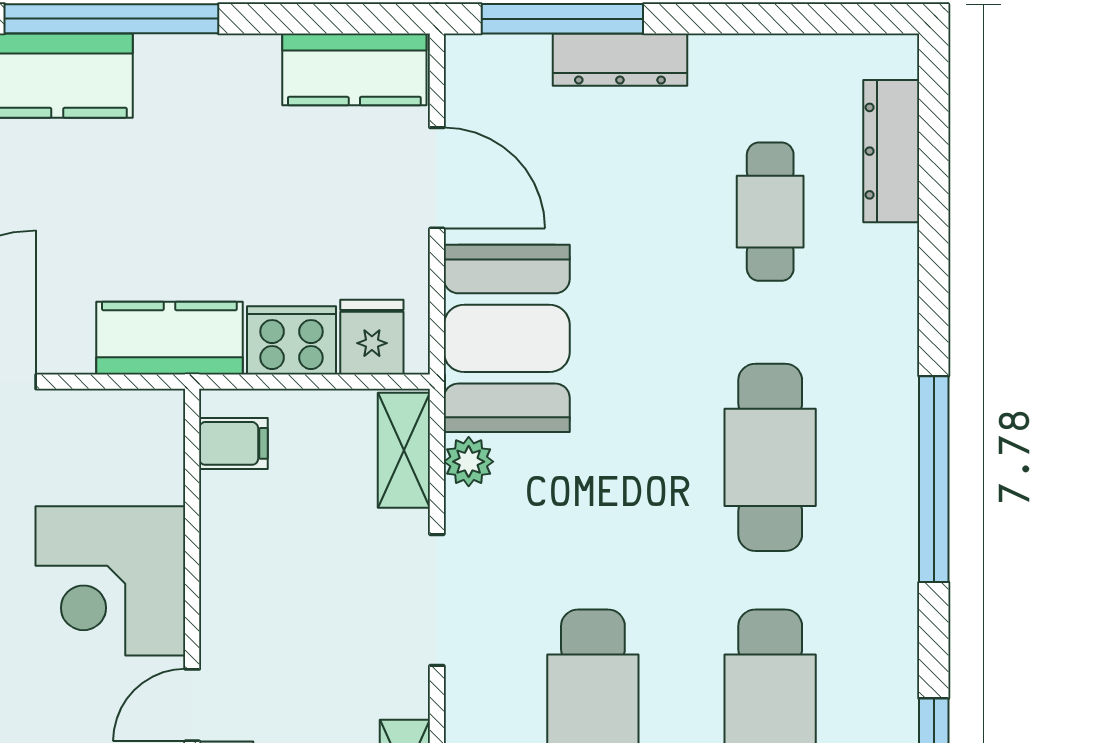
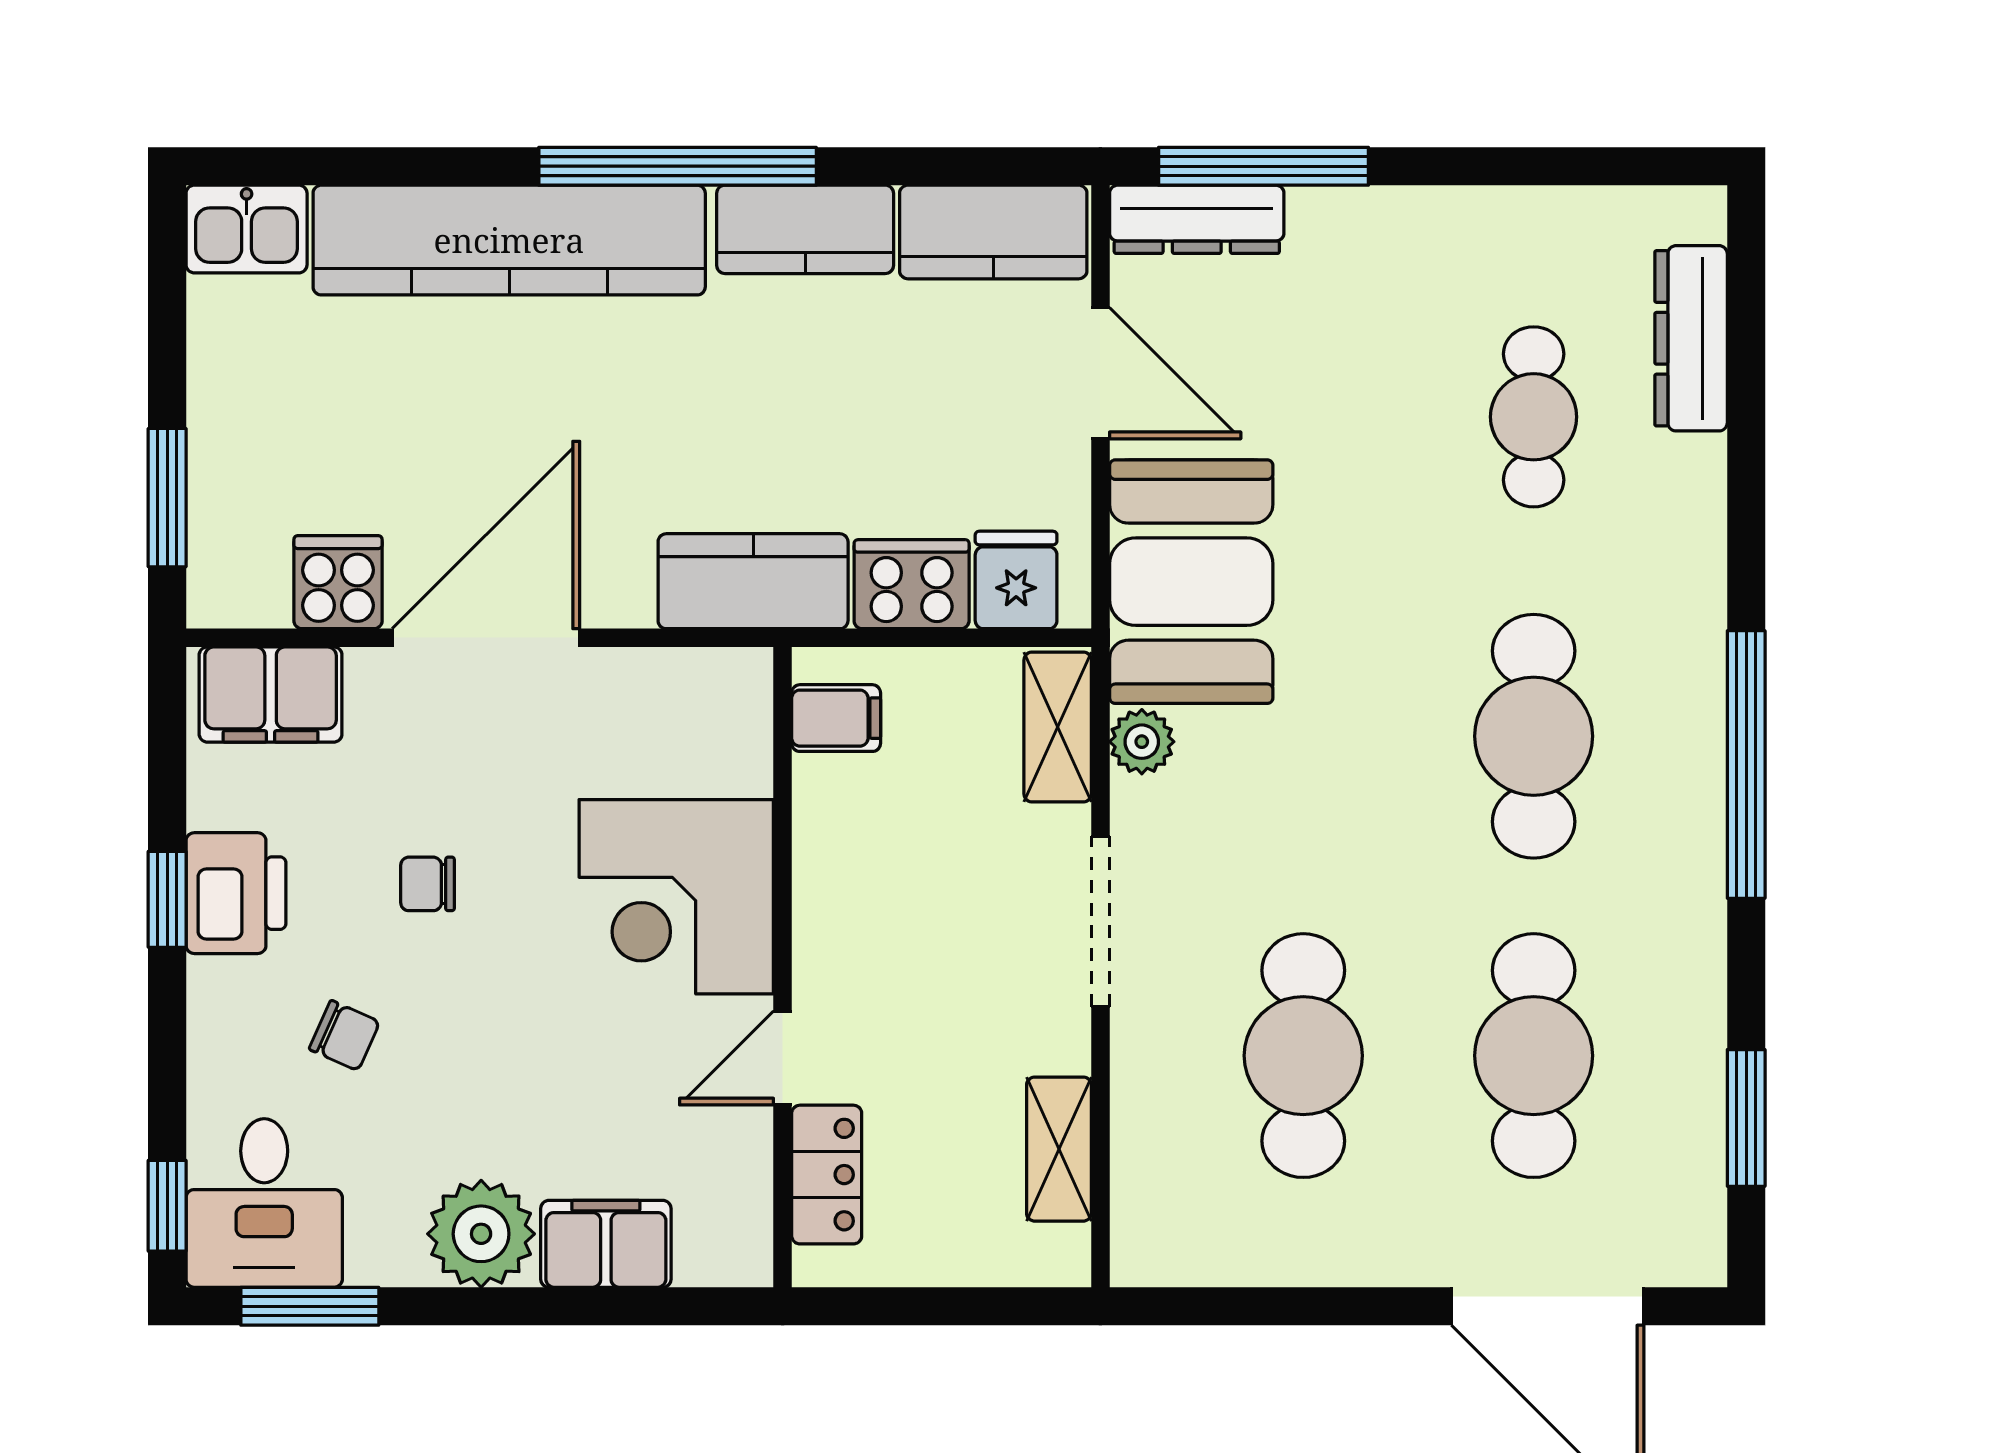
dresser: (620, 60) -> (1197, 219), moved
kitchen counter: (210, 67) -> (805, 229), added

